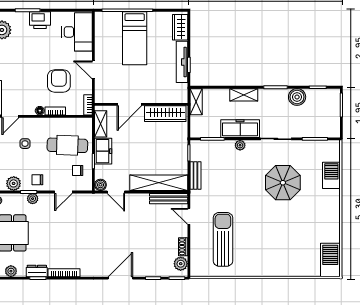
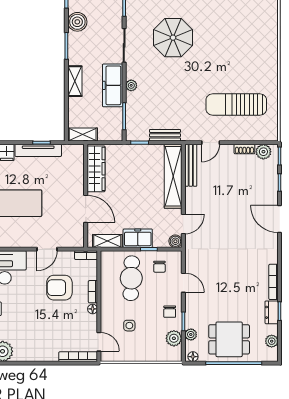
plant: (33, 199) -> (191, 335), moved

